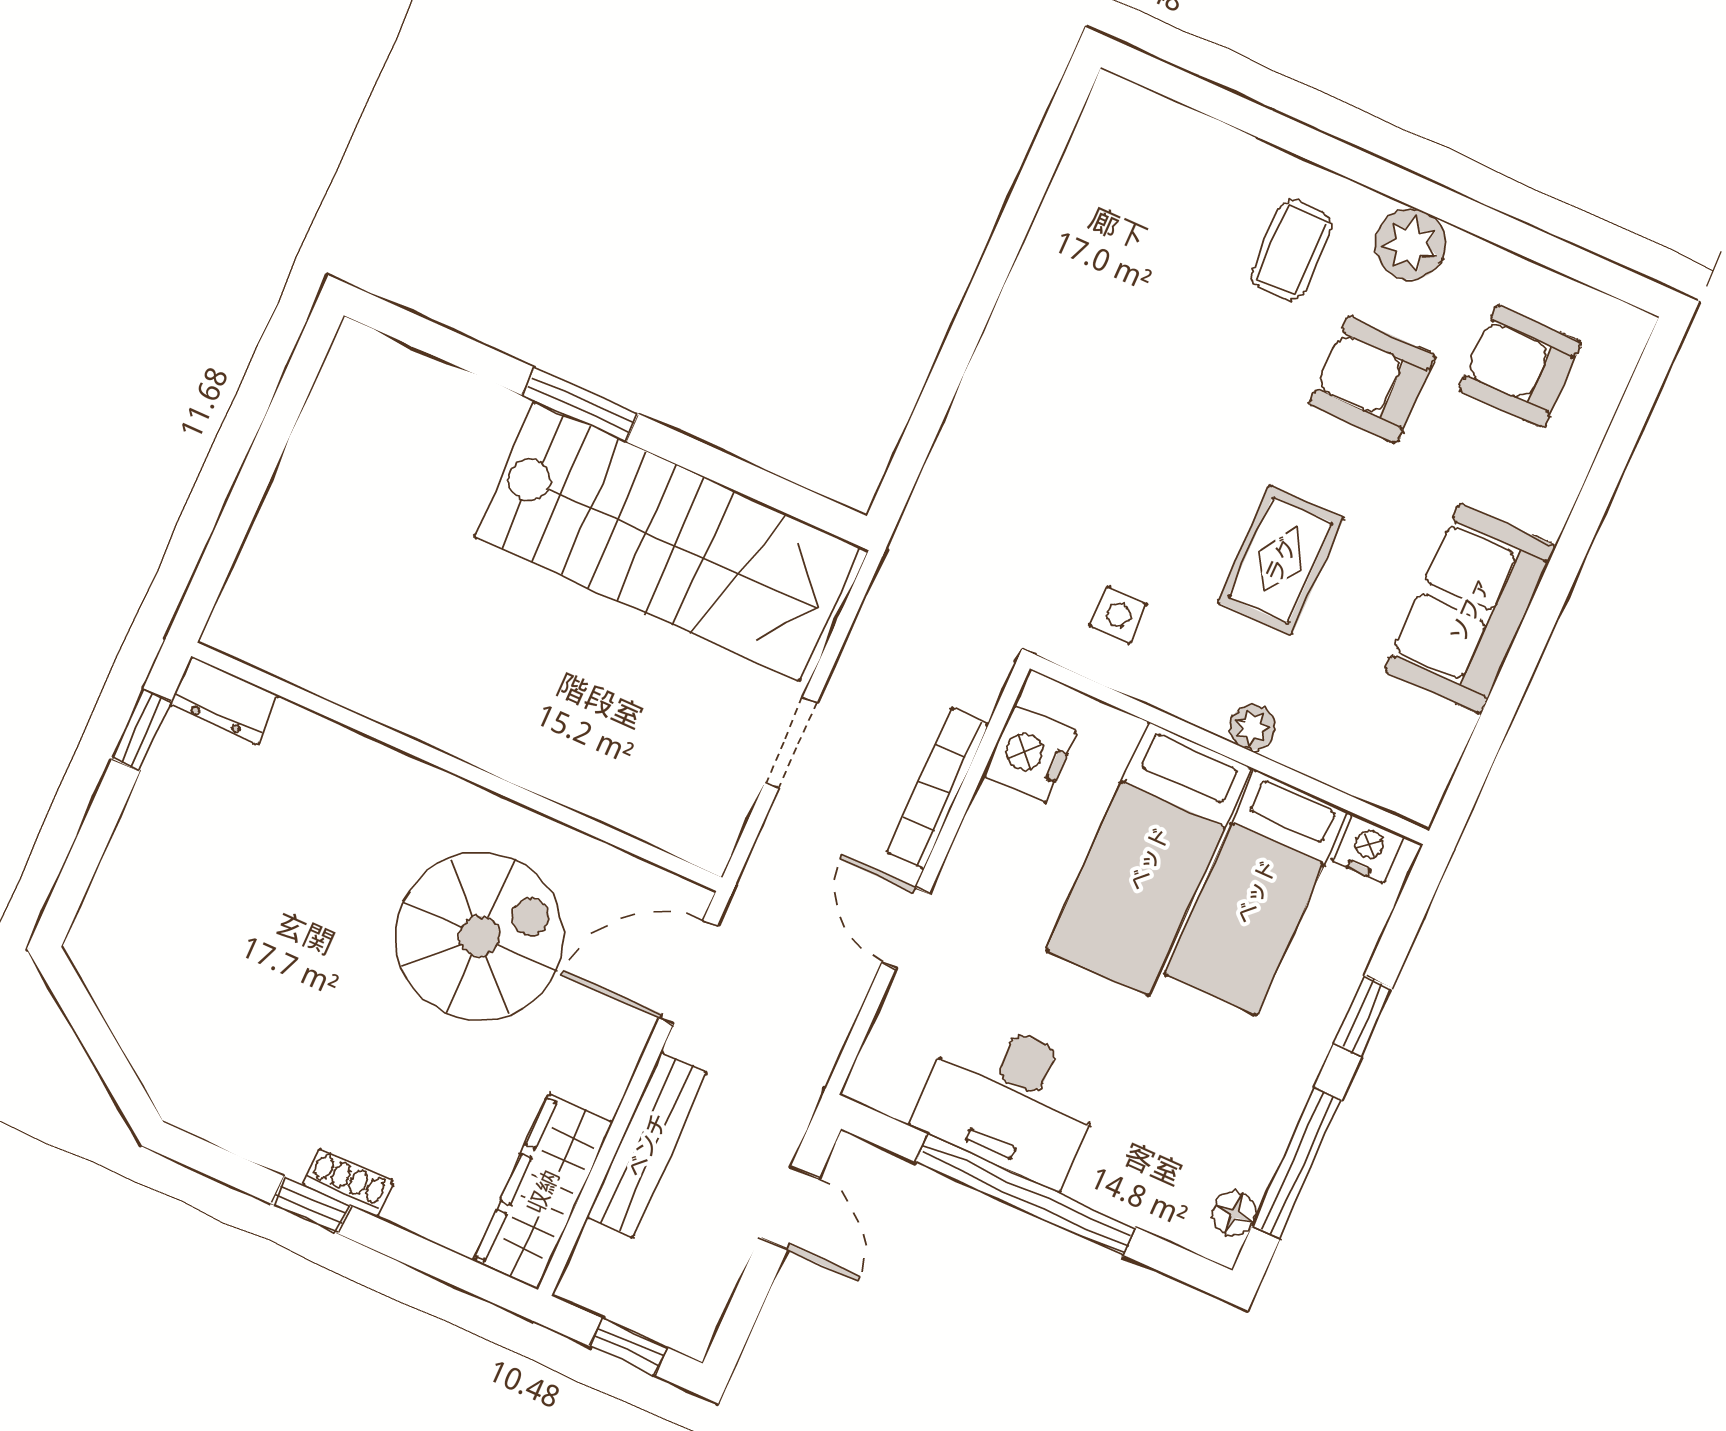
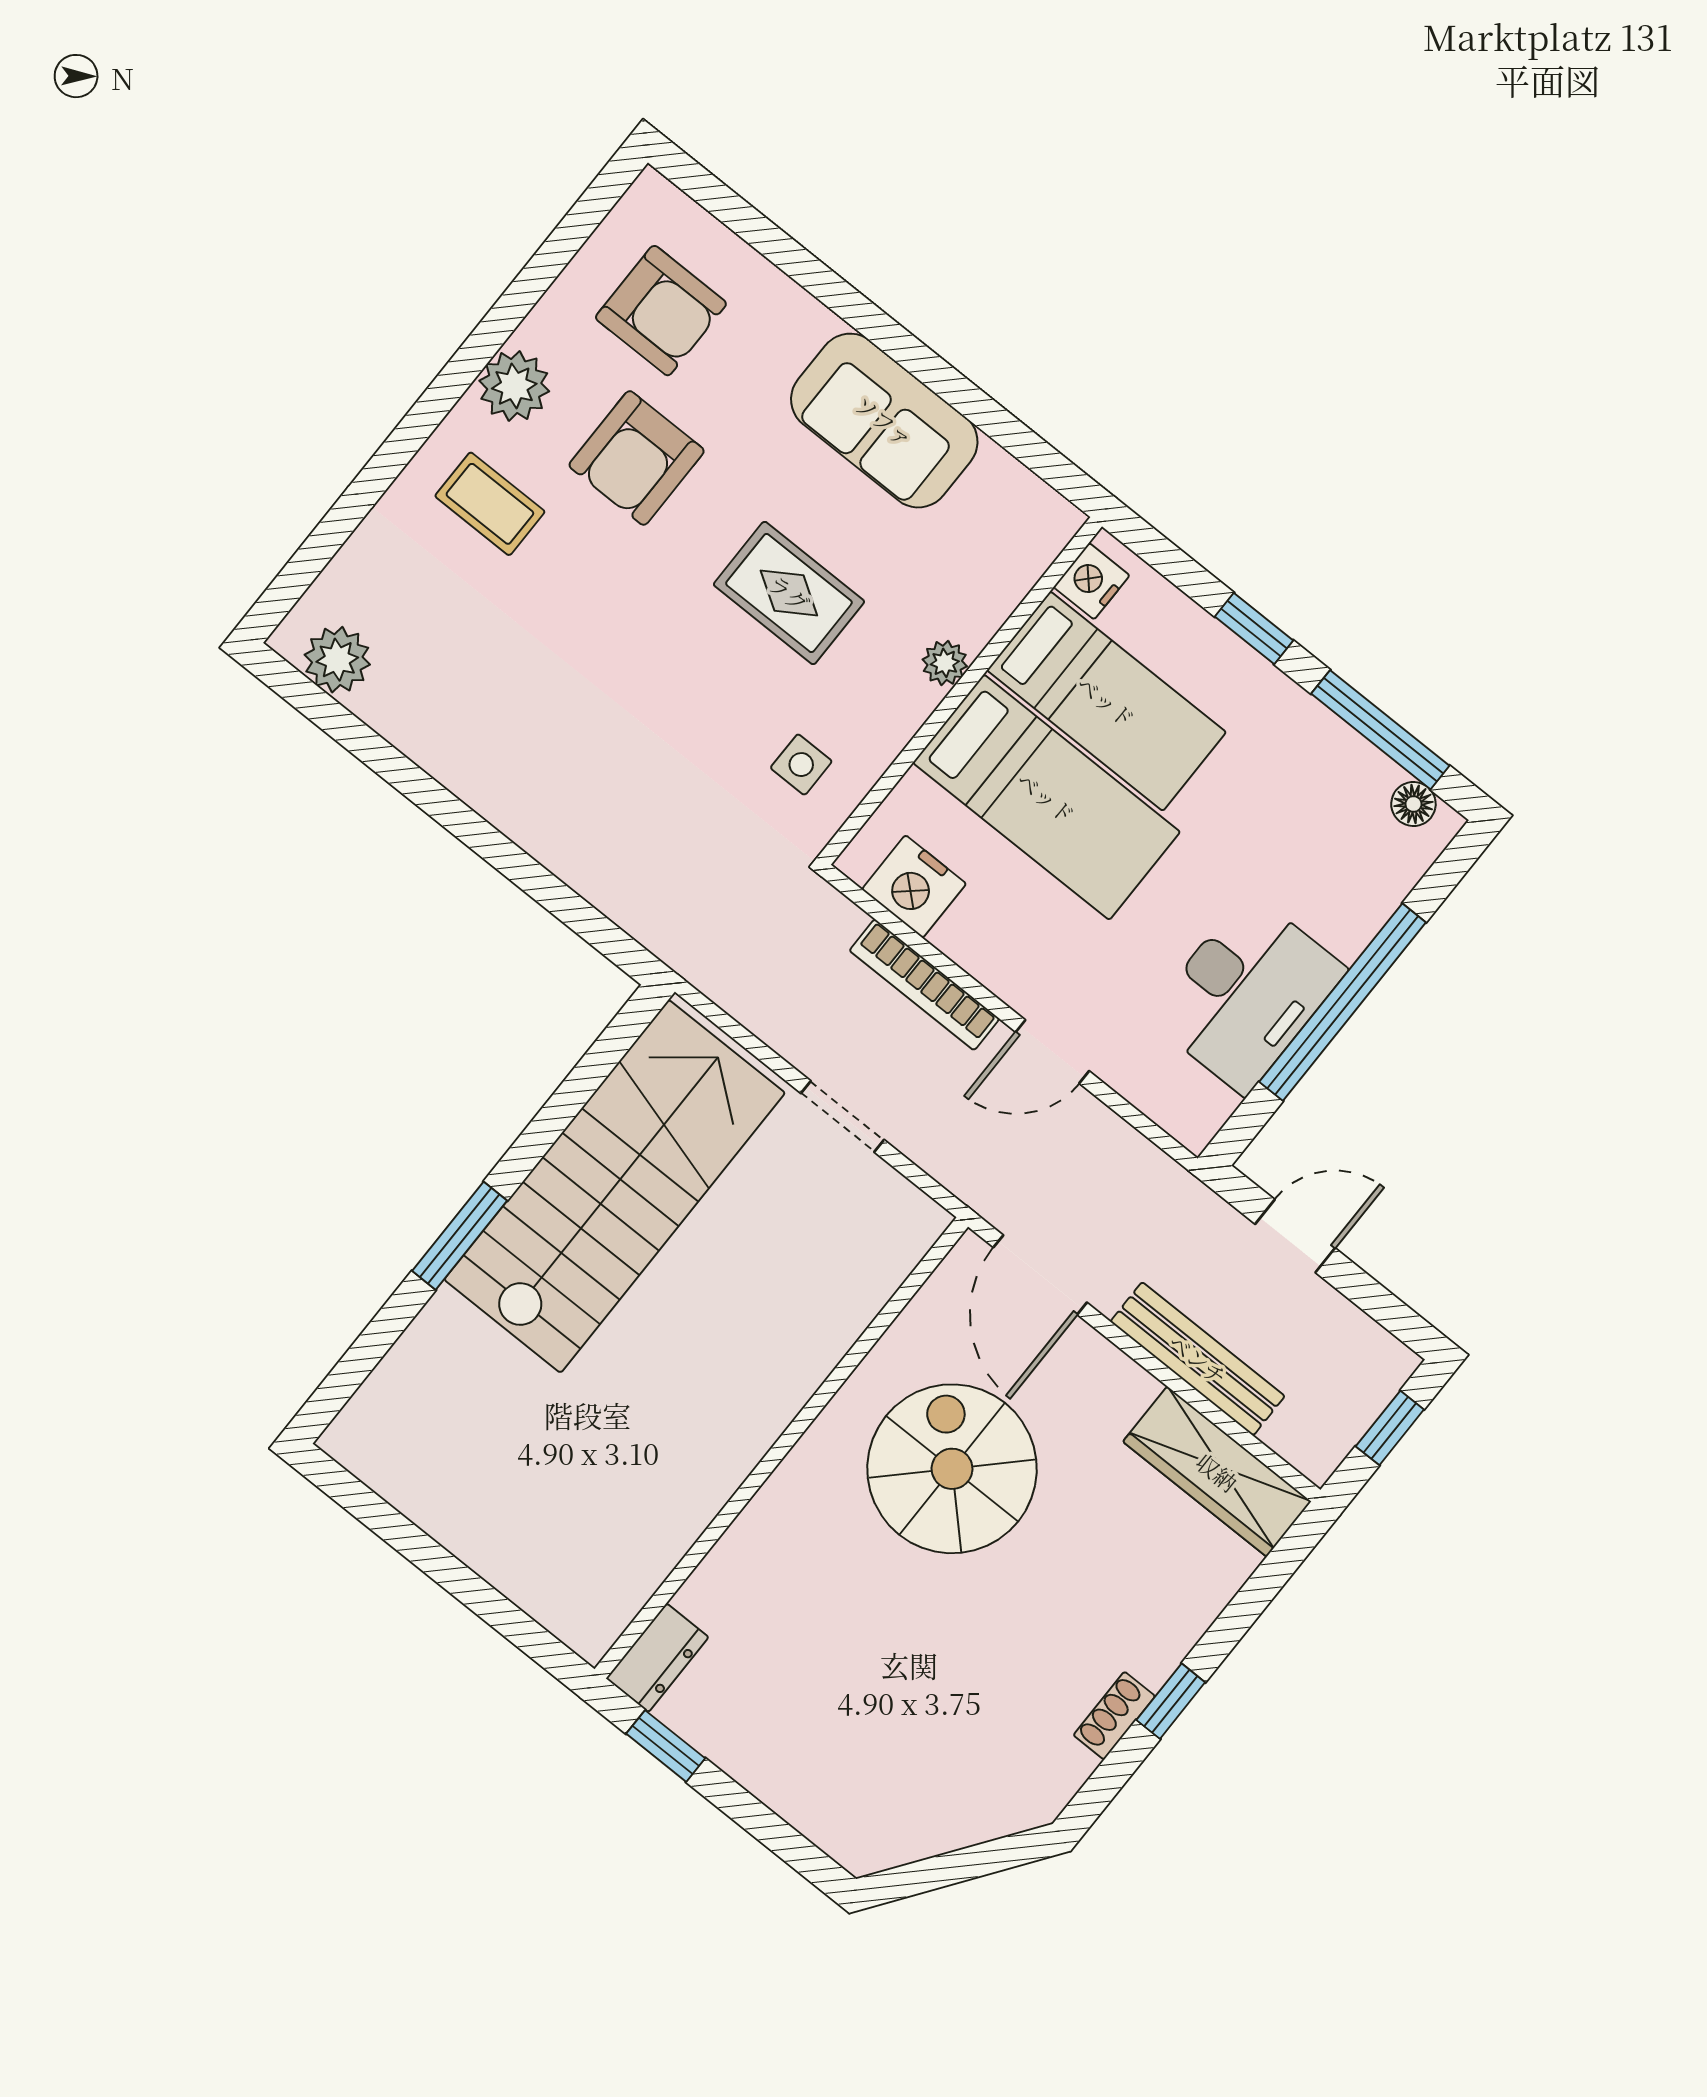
plant: (1103, 143) -> (337, 660), added
armchair: (1520, 366) -> (661, 311), turned -90
shoe rack: (348, 1183) -> (1114, 1716), moved

